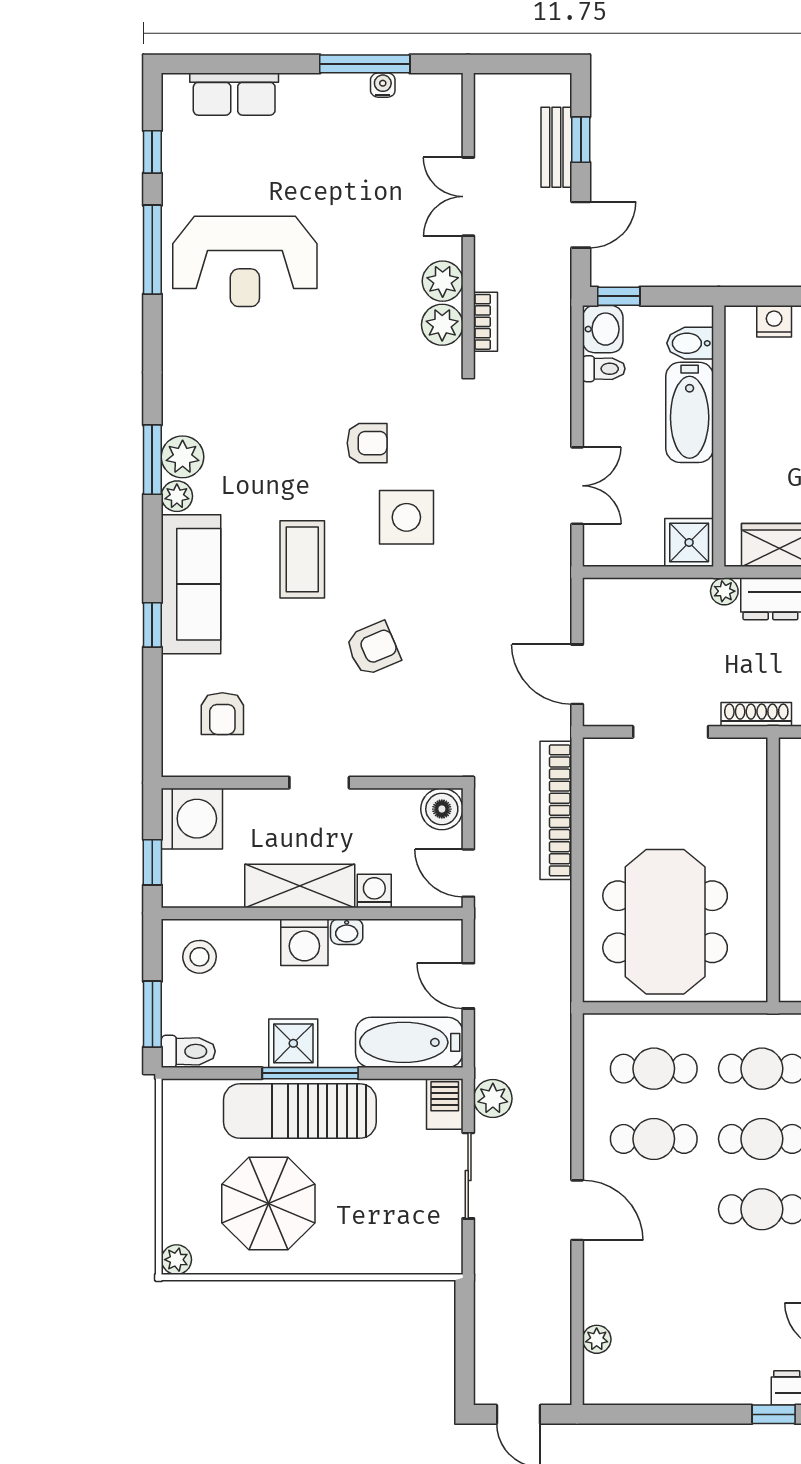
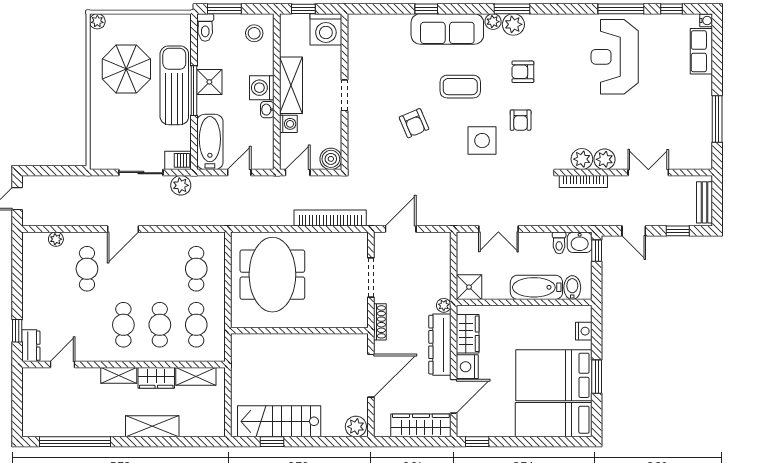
water cooler: (383, 85) -> (706, 21), moved
bench: (556, 147) -> (704, 202), moved, turned 90
bookcase: (485, 322) -> (583, 182), width x1.56
armchair: (222, 714) -> (523, 72), moved
meeting table: (665, 922) -> (272, 275), turned 90
cafe table: (654, 1139) -> (87, 269), moved

